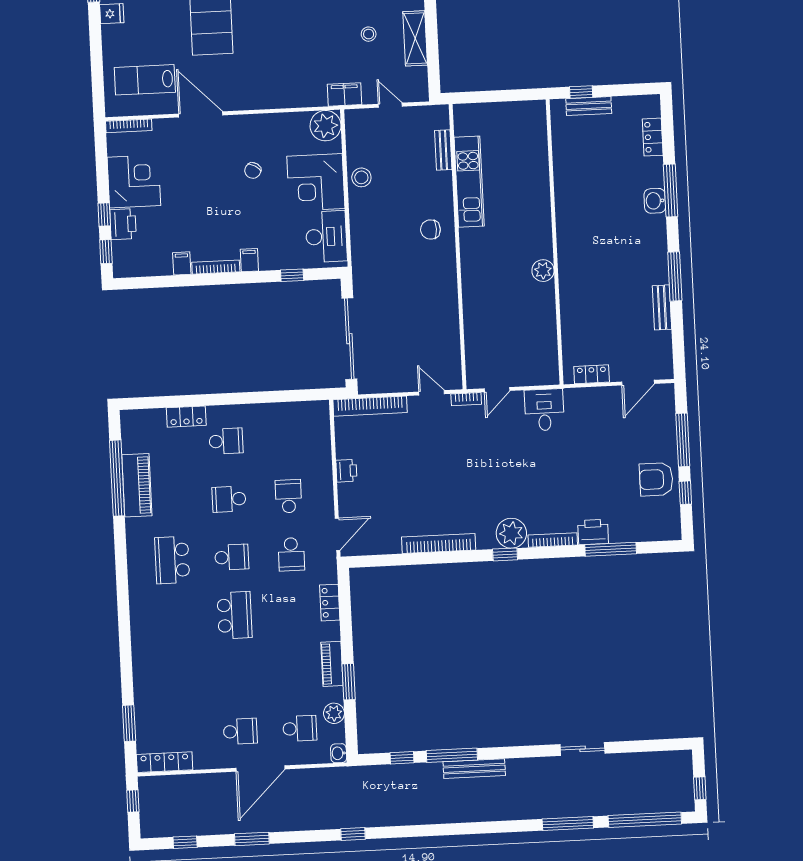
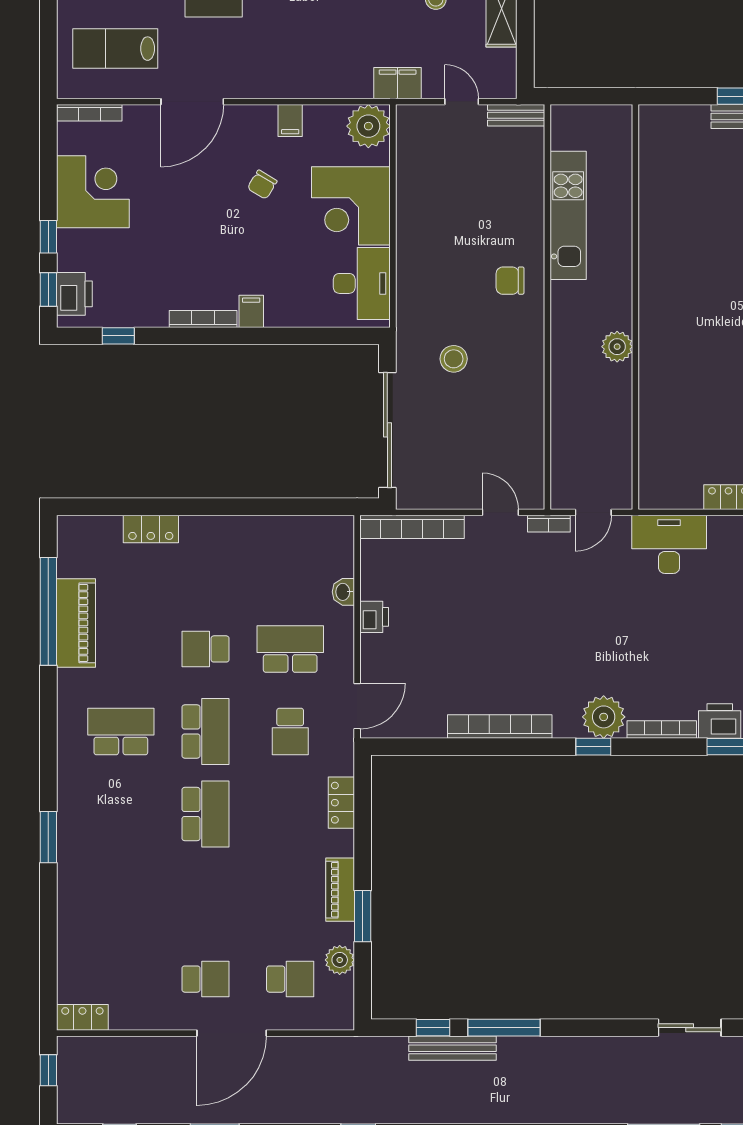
door: (201, 114) -> (192, 102), swing flipped
bench: (443, 150) -> (516, 115), moved, turned 90
stool: (361, 177) -> (454, 359), moved
printer: (123, 224) -> (74, 294), moved
wall: (555, 242) -> (635, 307), moved
filing cabinet: (182, 263) -> (290, 120), moved, turned 180
plant: (543, 271) -> (617, 347), moved
window: (292, 275) -> (118, 336), moved
desk: (544, 410) -> (669, 544), width x1.37
school desk: (226, 441) -> (206, 566), removed
school desk: (288, 496) -> (290, 649), width x1.85
school desk: (232, 557) -> (206, 731), width x1.85
school desk: (172, 560) -> (121, 731), turned 90
window: (129, 723) -> (48, 837), moved
washbasin: (339, 753) -> (343, 592), moved
locker: (165, 762) -> (82, 1017), width x0.66
bench: (474, 769) -> (452, 1048), moved

